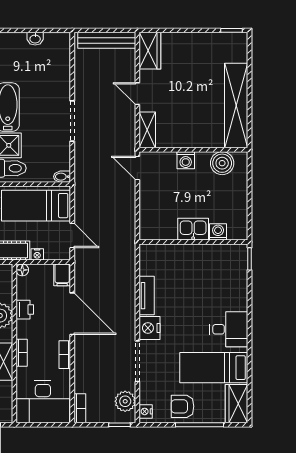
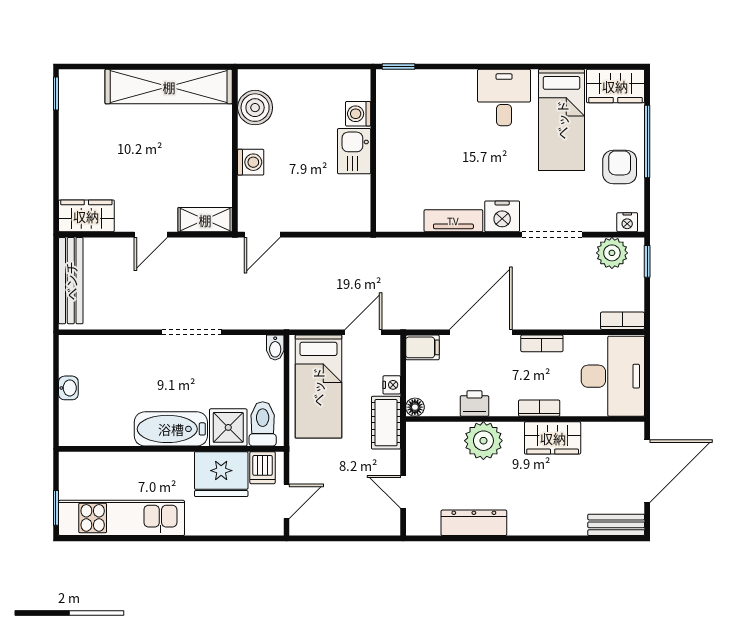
armchair: (182, 406) -> (620, 167), turned 180

